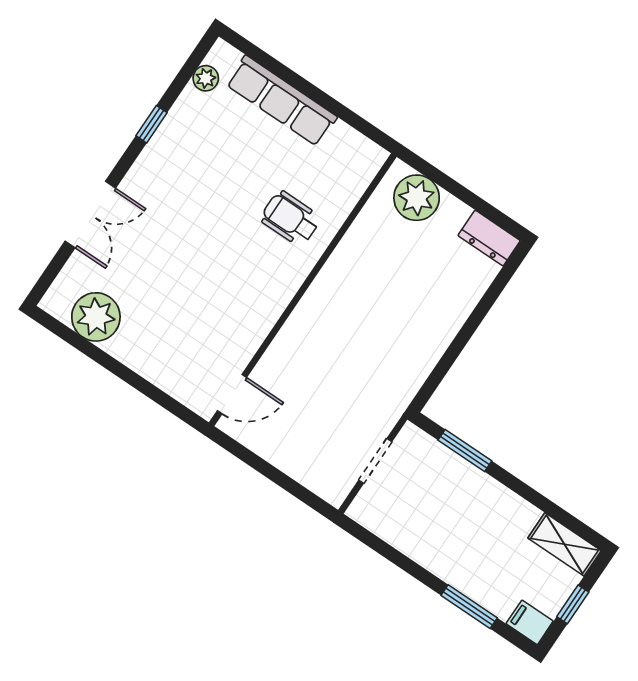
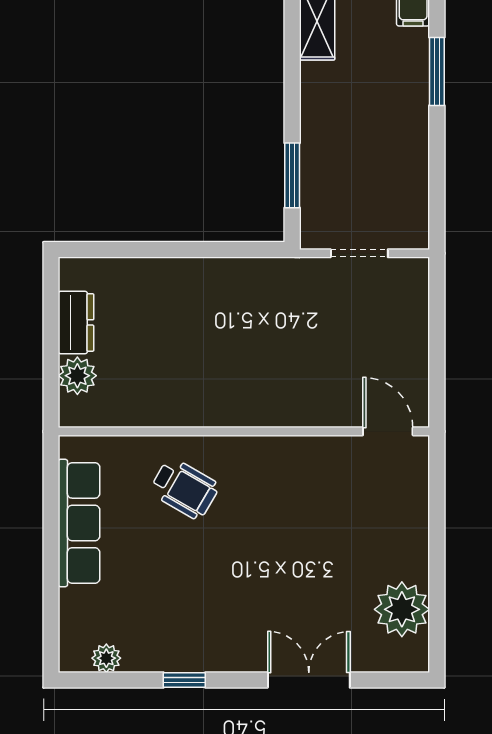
row of seats: (281, 101) -> (79, 523), moved
plant: (417, 198) -> (77, 376), width x0.73, depth x0.73
wheelchair: (290, 218) -> (184, 489), turned -60
dresser: (489, 238) -> (76, 322), moved

